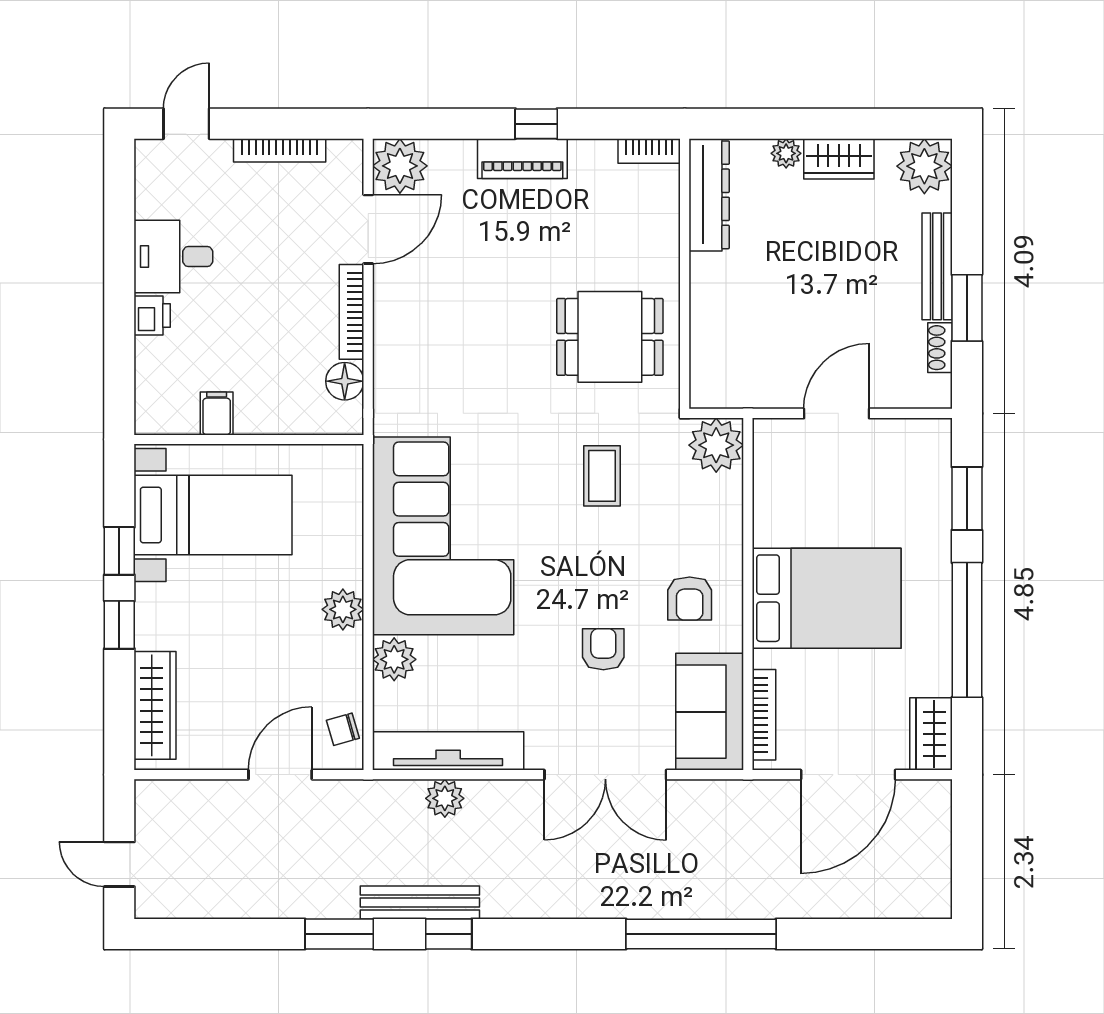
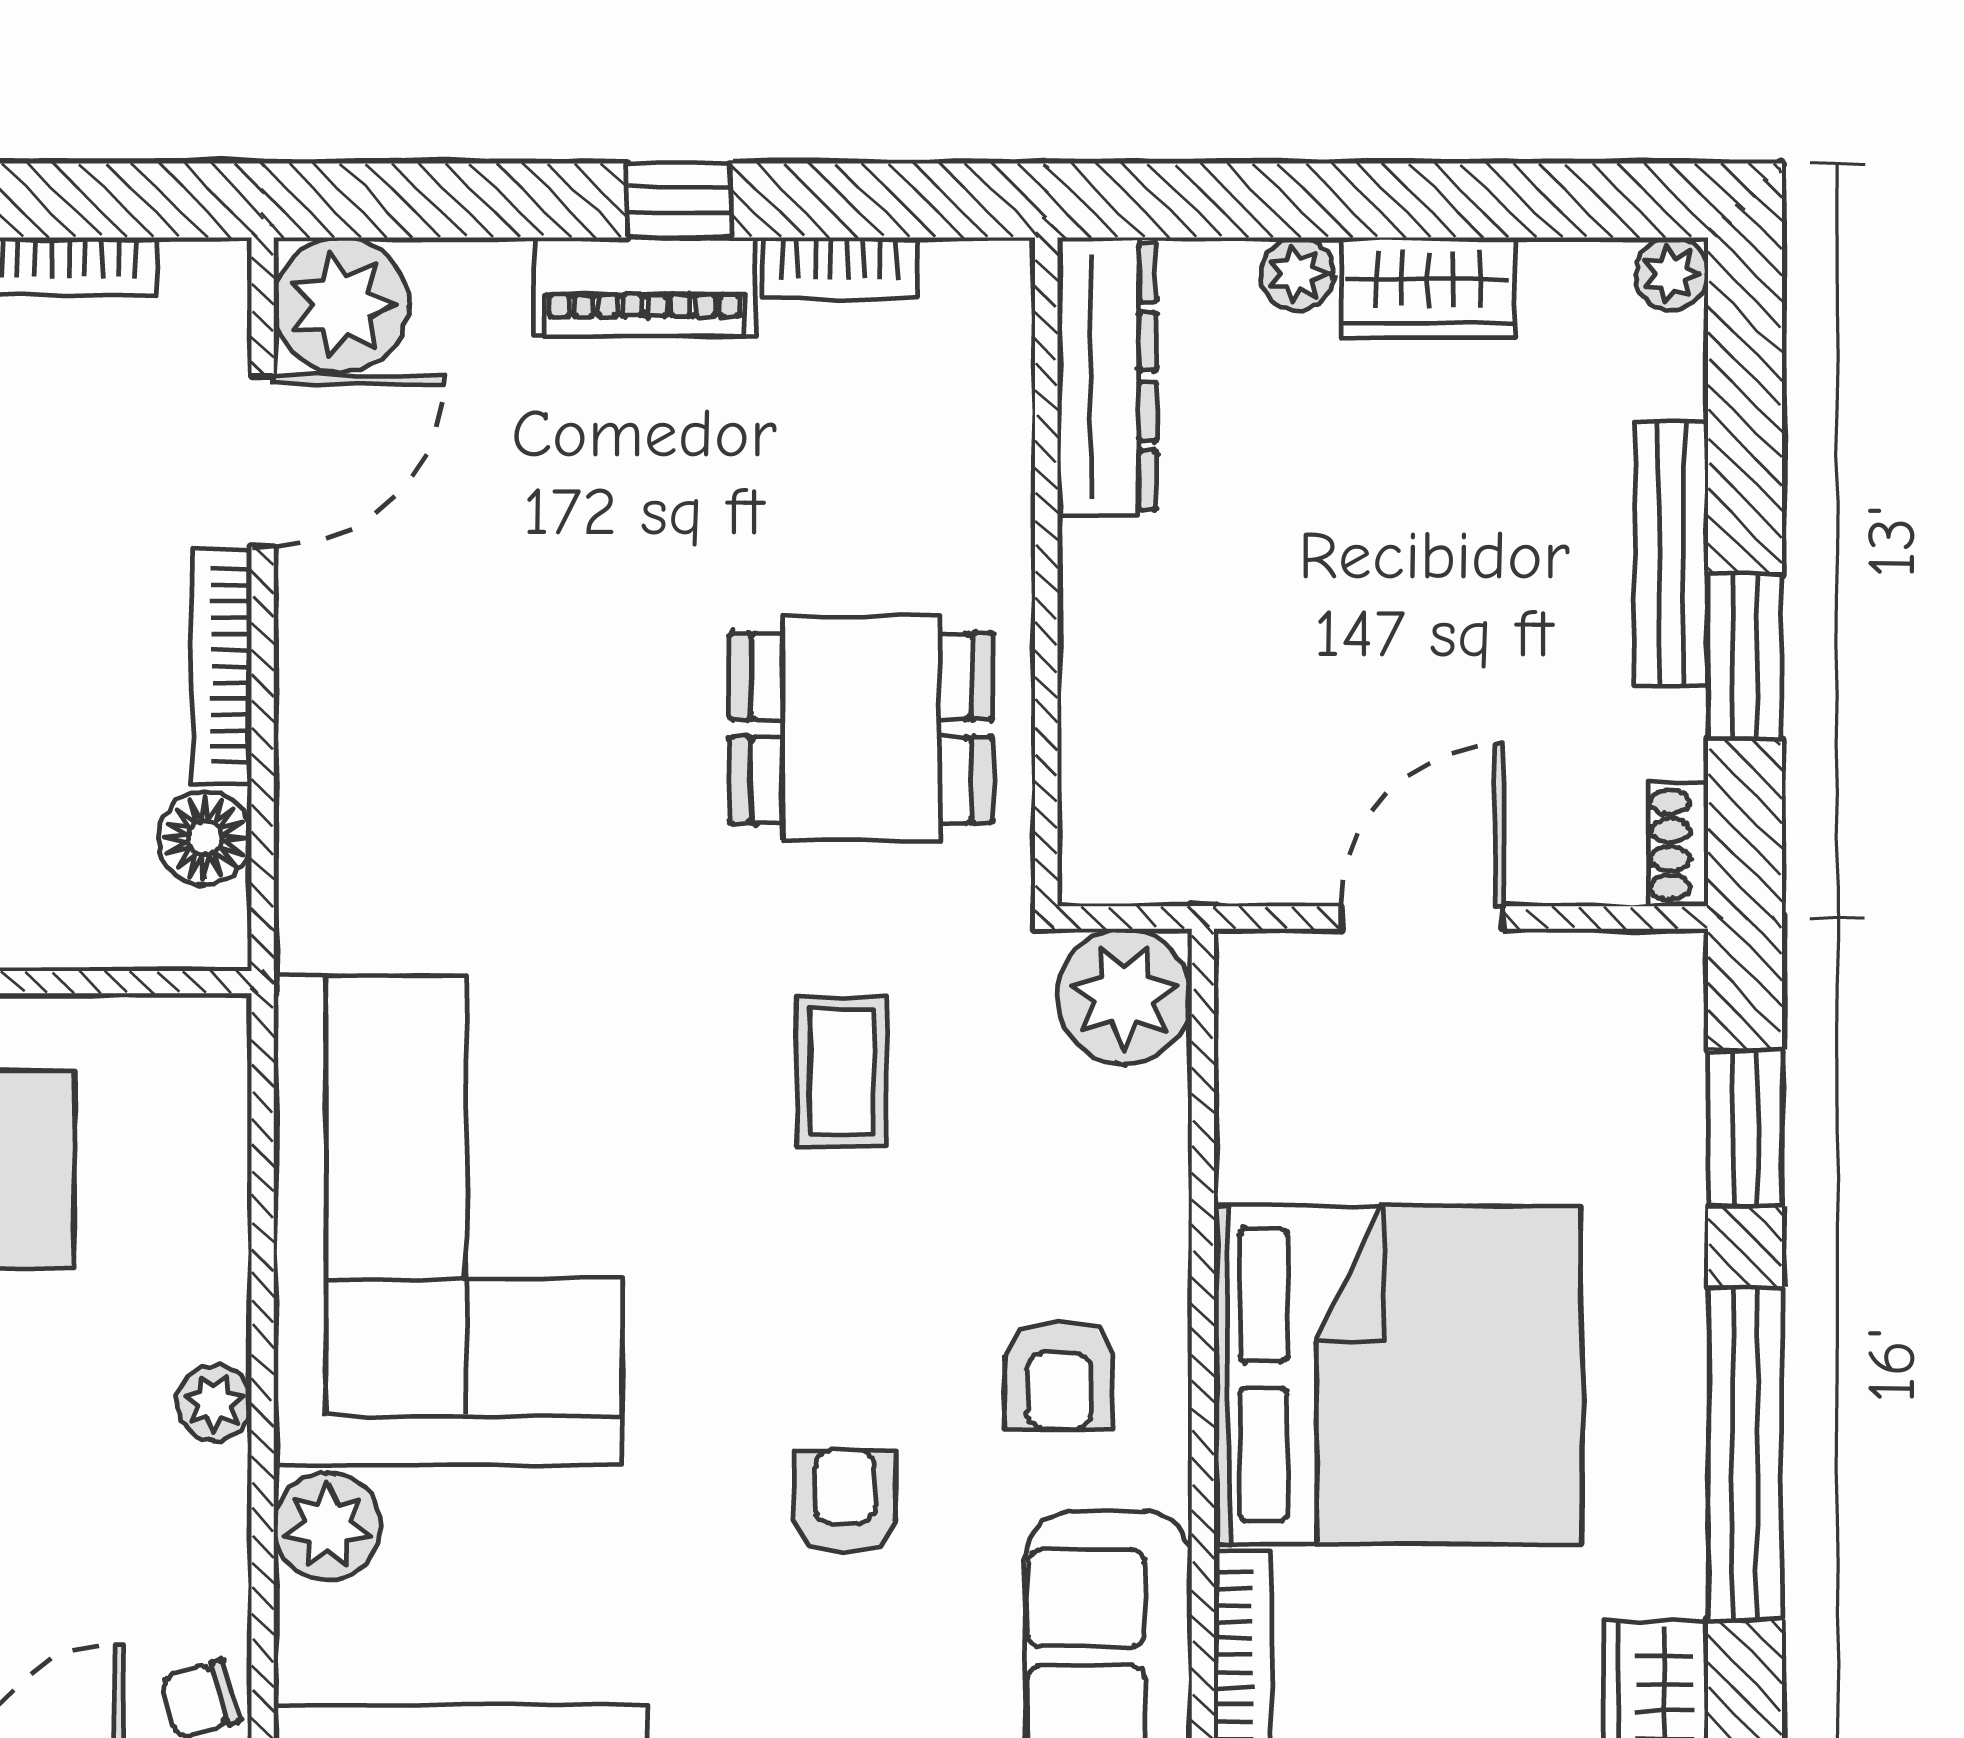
bookcase: (649, 151) -> (839, 268), moved
plant: (924, 166) -> (1672, 274), width x0.53, depth x0.53
shoe rack: (940, 348) -> (1678, 845), moved
bed: (827, 598) -> (1398, 1375), width x1.36
plant: (343, 609) -> (214, 1403), width x0.73, depth x0.73

